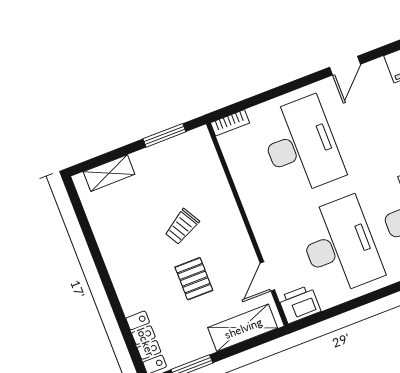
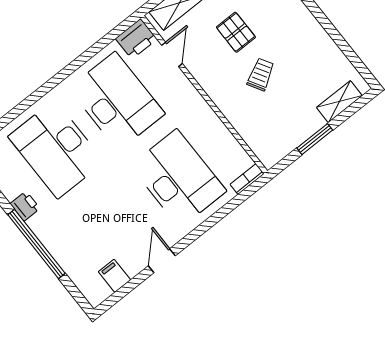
window: (164, 135) -> (315, 139), moved
desk: (301, 146) -> (178, 178), turned 180
desk: (340, 246) -> (117, 101), turned 180

